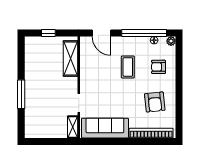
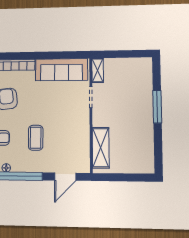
window: (48, 33) -> (126, 177), removed
door: (101, 33) -> (65, 177), swing flipped

